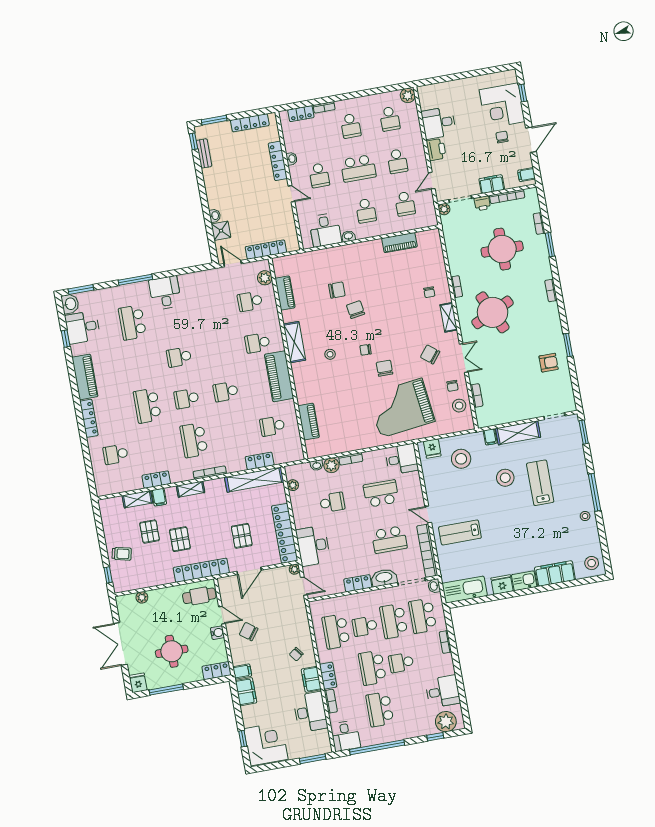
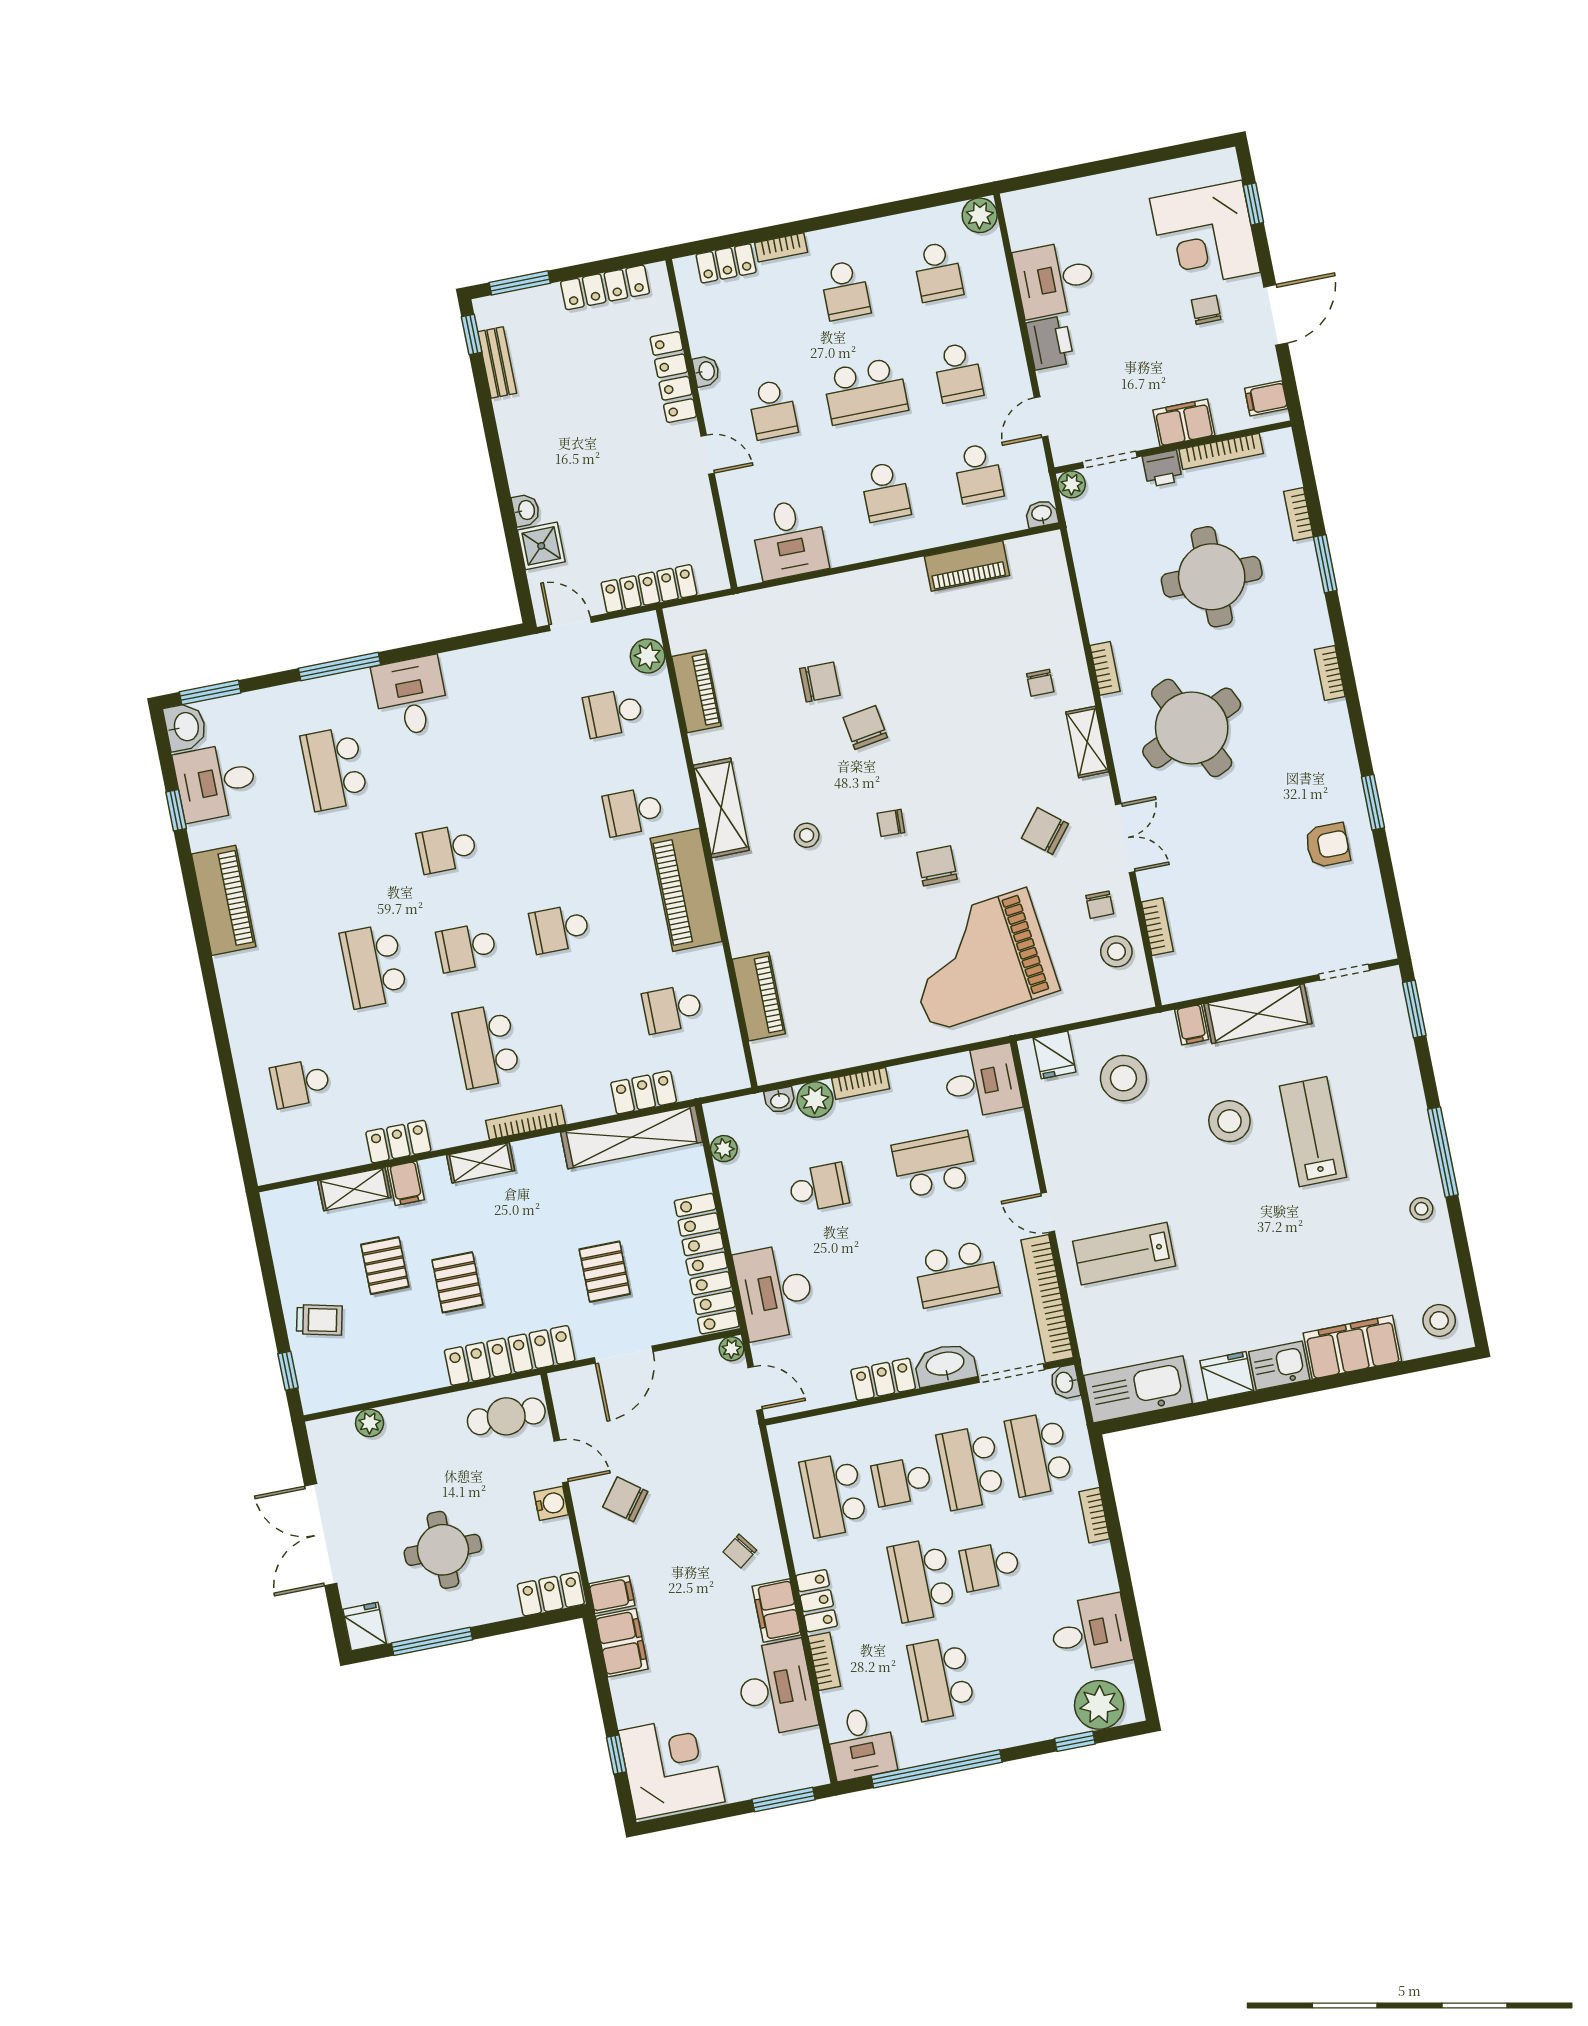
washbasin: (348, 236) -> (1042, 514), moved
locker: (89, 418) -> (235, 999), removed

